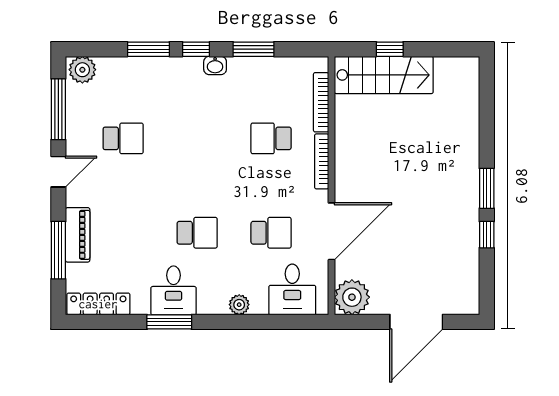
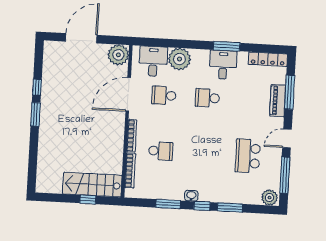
school desk: (123, 138) -> (248, 156), width x1.85
plant: (239, 305) -> (179, 59), width x1.87, depth x1.87

